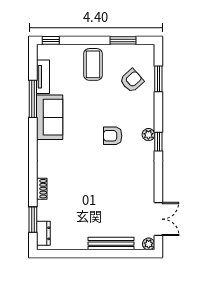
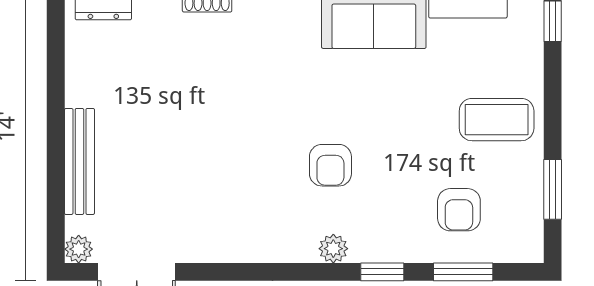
armchair: (132, 81) -> (459, 210), turned 42
armchair: (113, 136) -> (330, 165), turned 180
window: (158, 142) -> (382, 272), moved

